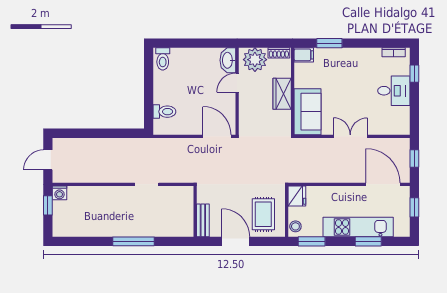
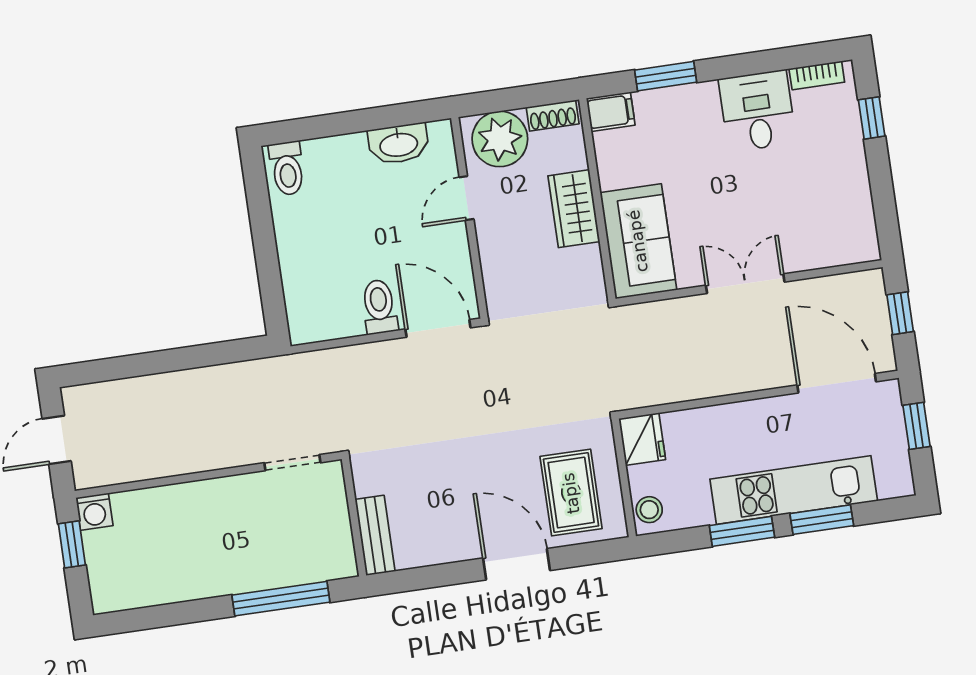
washbasin: (228, 60) -> (399, 144), moved, turned -90
desk: (394, 91) -> (757, 111), moved, turned -90
toilet: (164, 112) -> (379, 307), moved, turned -90
wall: (195, 211) -> (354, 517), moved
bench: (203, 220) -> (375, 535), moved
window: (312, 241) -> (742, 531), moved

